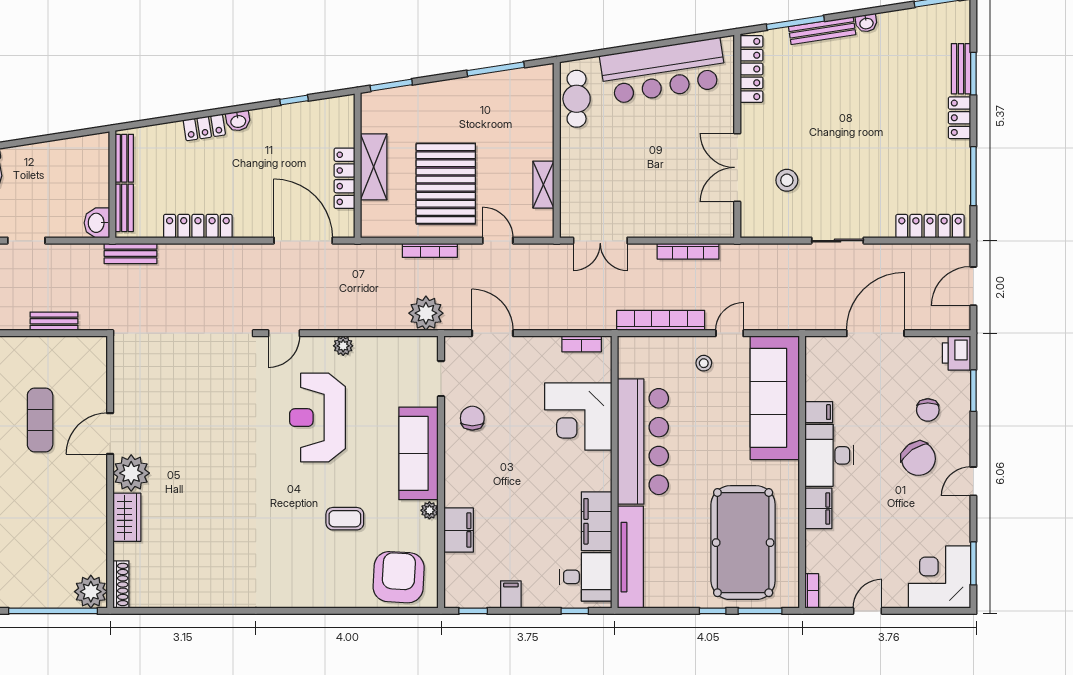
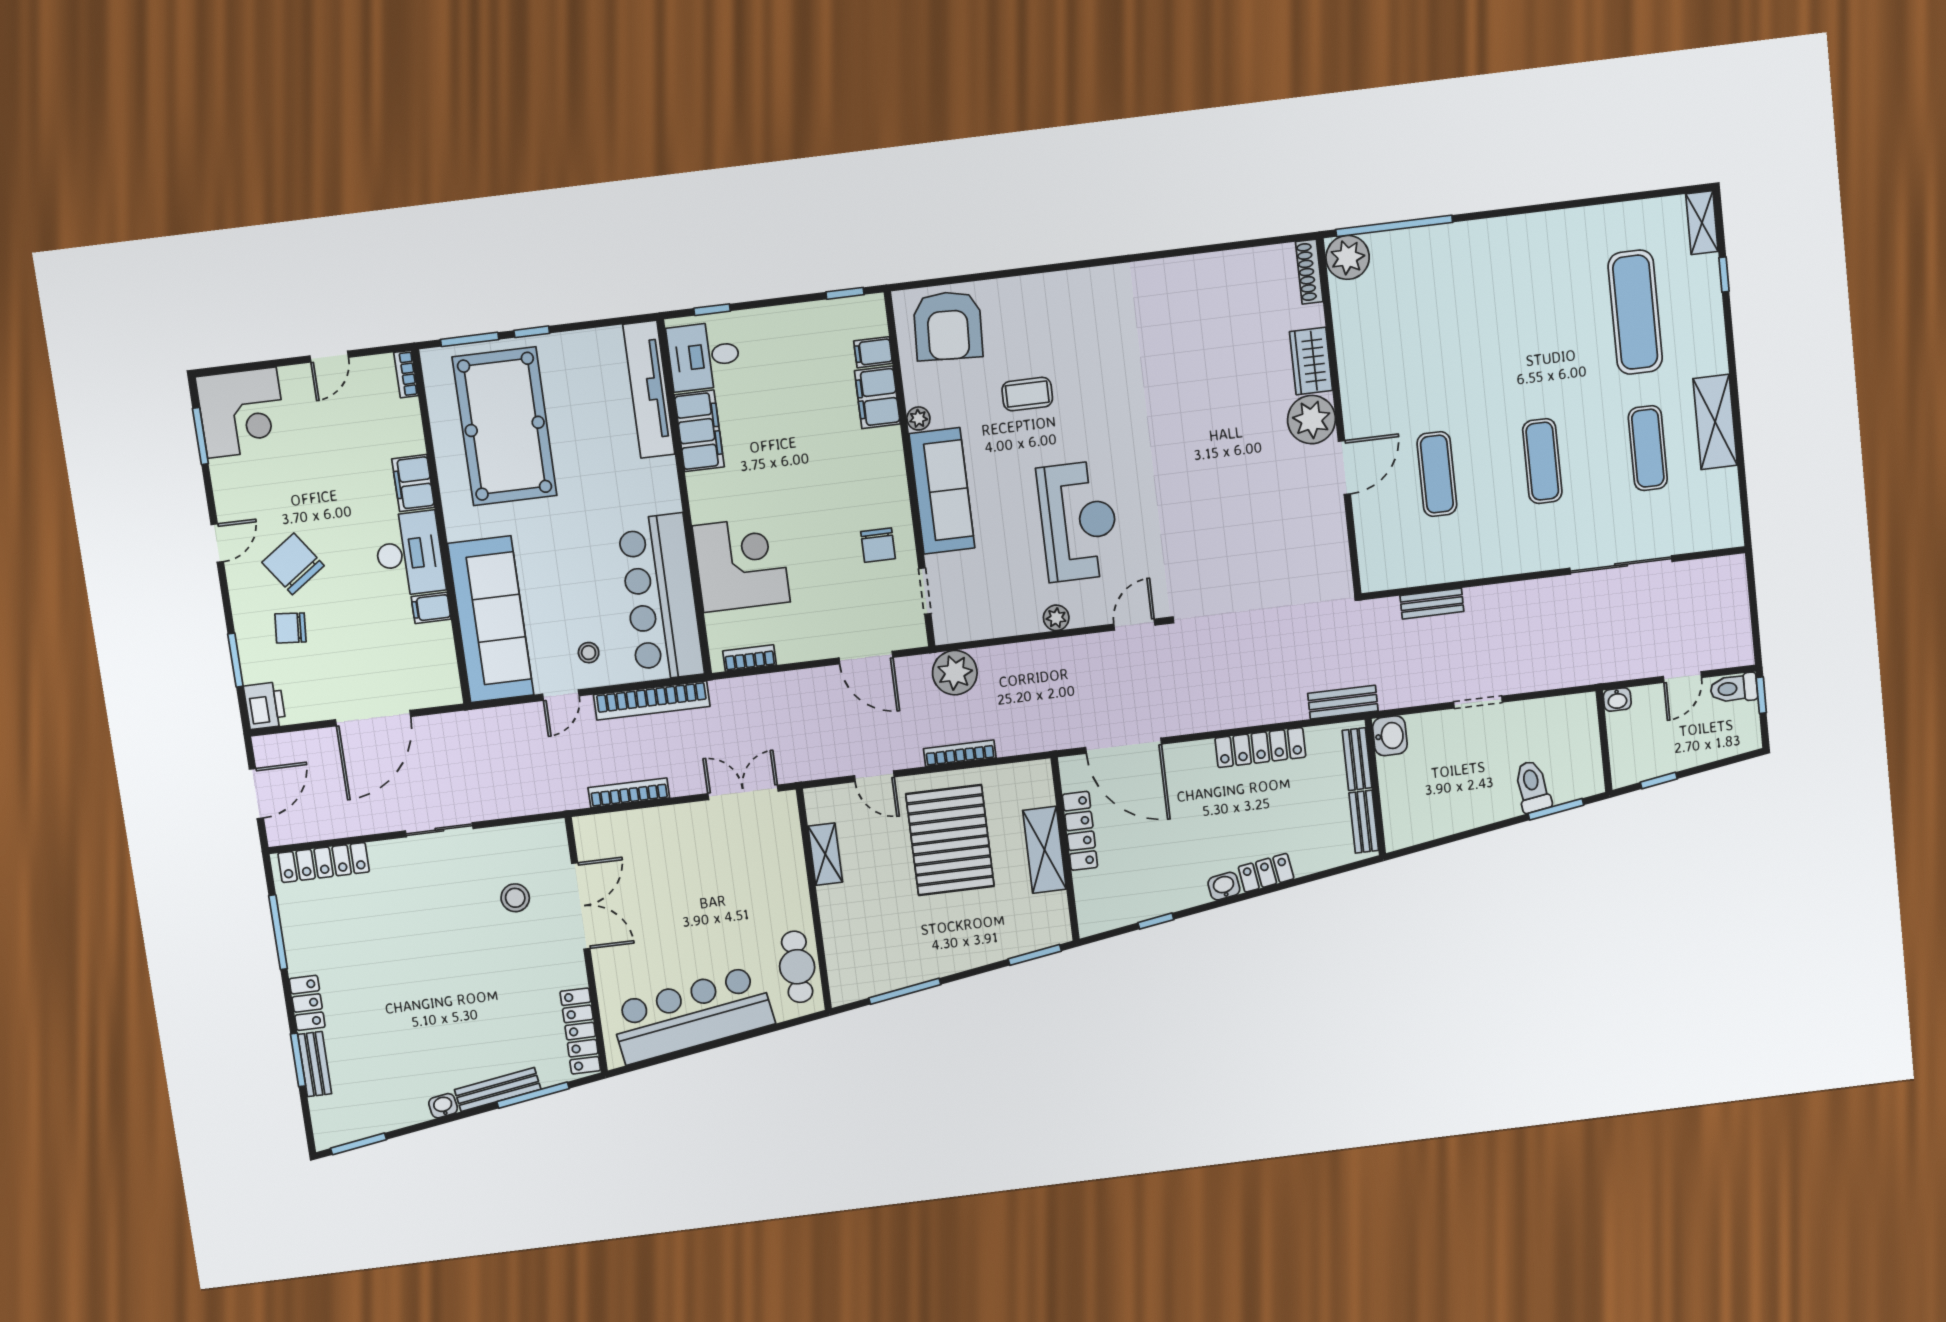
chair: (928, 410) -> (290, 628), turned -85
bar counter: (643, 442) -> (661, 597), moved
filing cabinet: (511, 594) -> (873, 352), moved, turned 90

